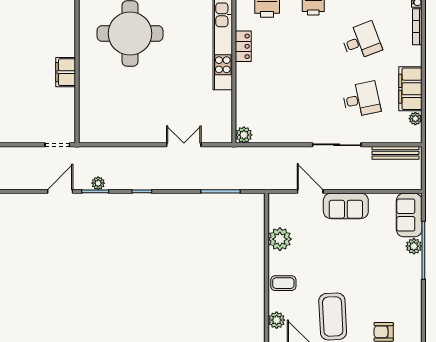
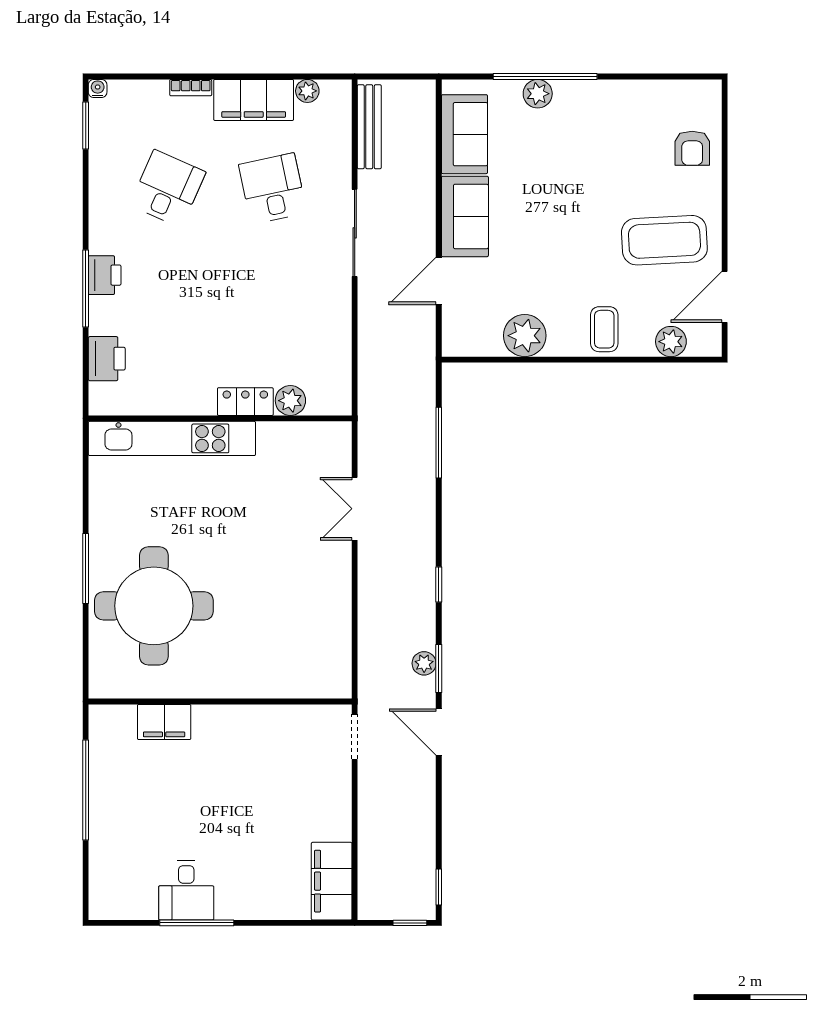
bookcase: (417, 27) -> (191, 88), moved, width x0.64
desk: (361, 41) -> (168, 189), turned 45
locker: (243, 46) -> (245, 402), moved
filing cabinet: (66, 72) -> (164, 722), moved
plant: (244, 135) -> (290, 401), moved
sofa: (409, 215) -> (464, 134), moved, turned -90

